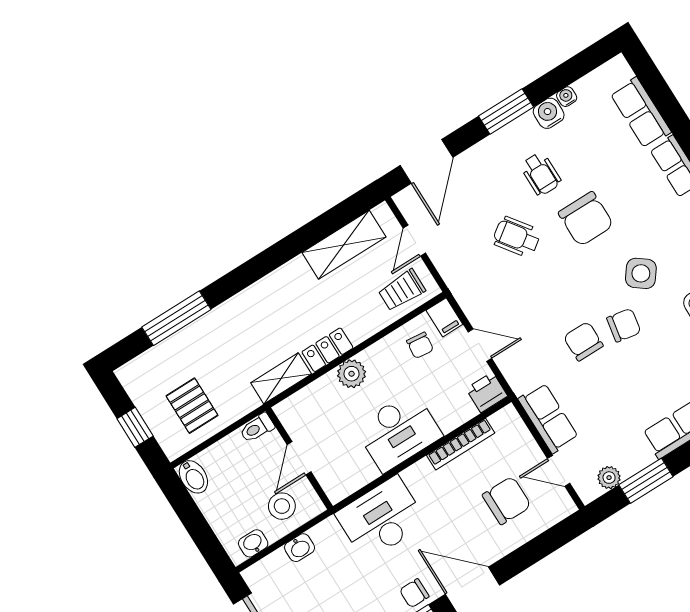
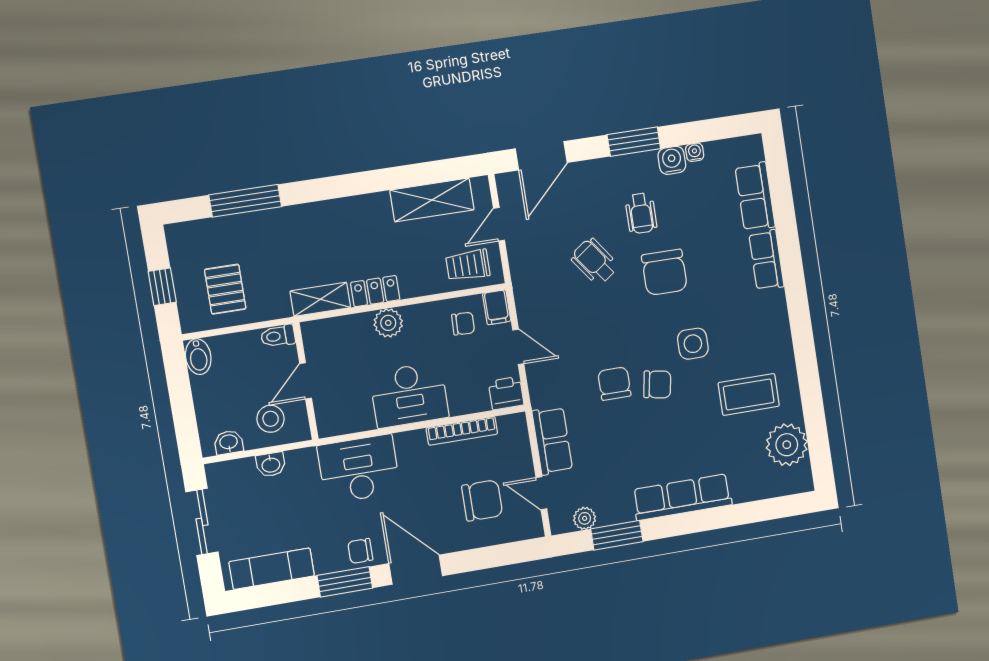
side table: (641, 273) -> (693, 344), turned -37
chair: (420, 345) -> (463, 324), turned -94

